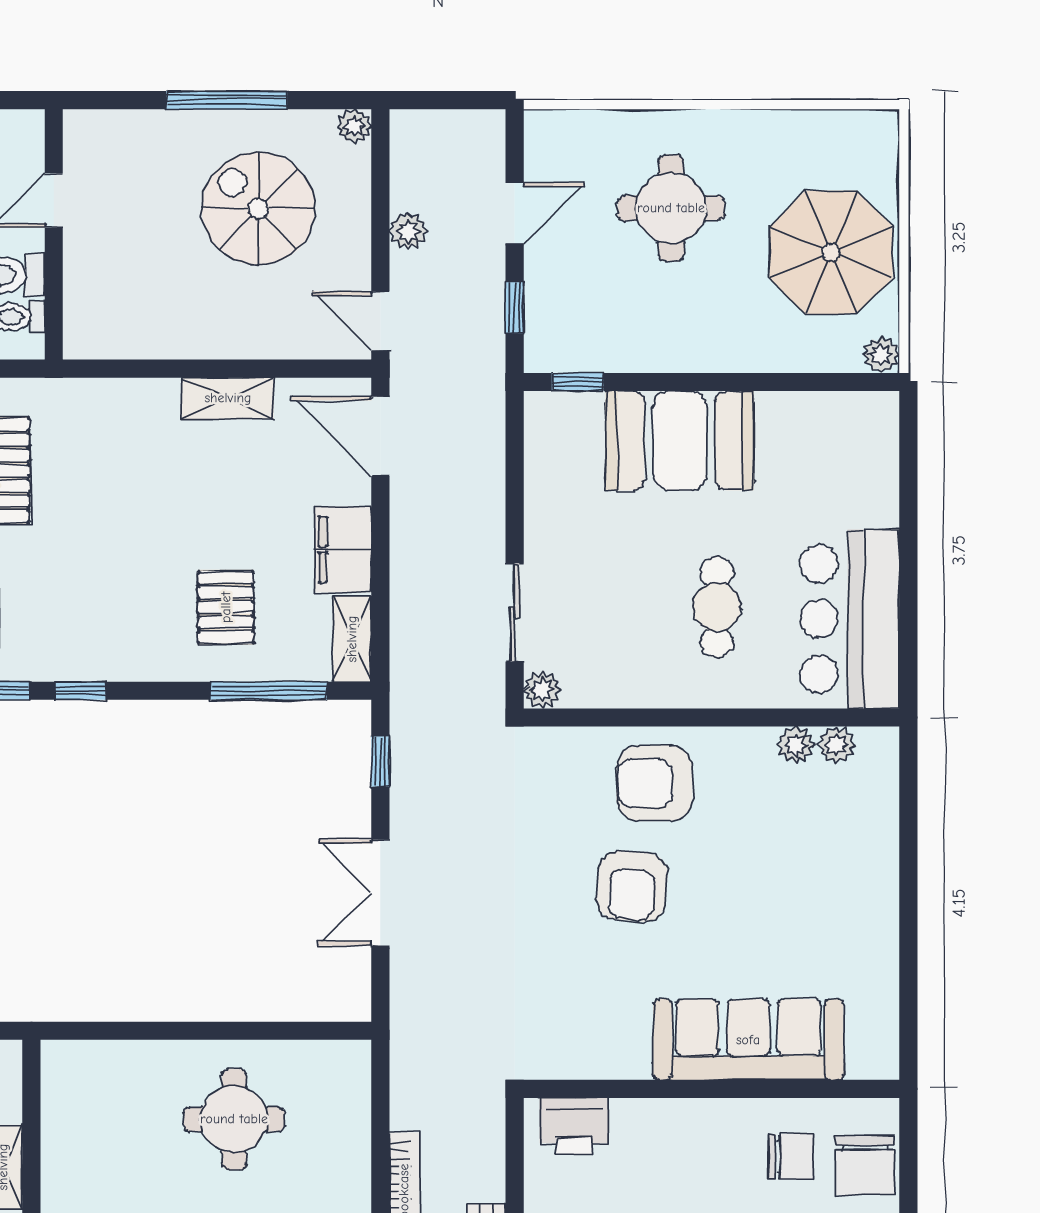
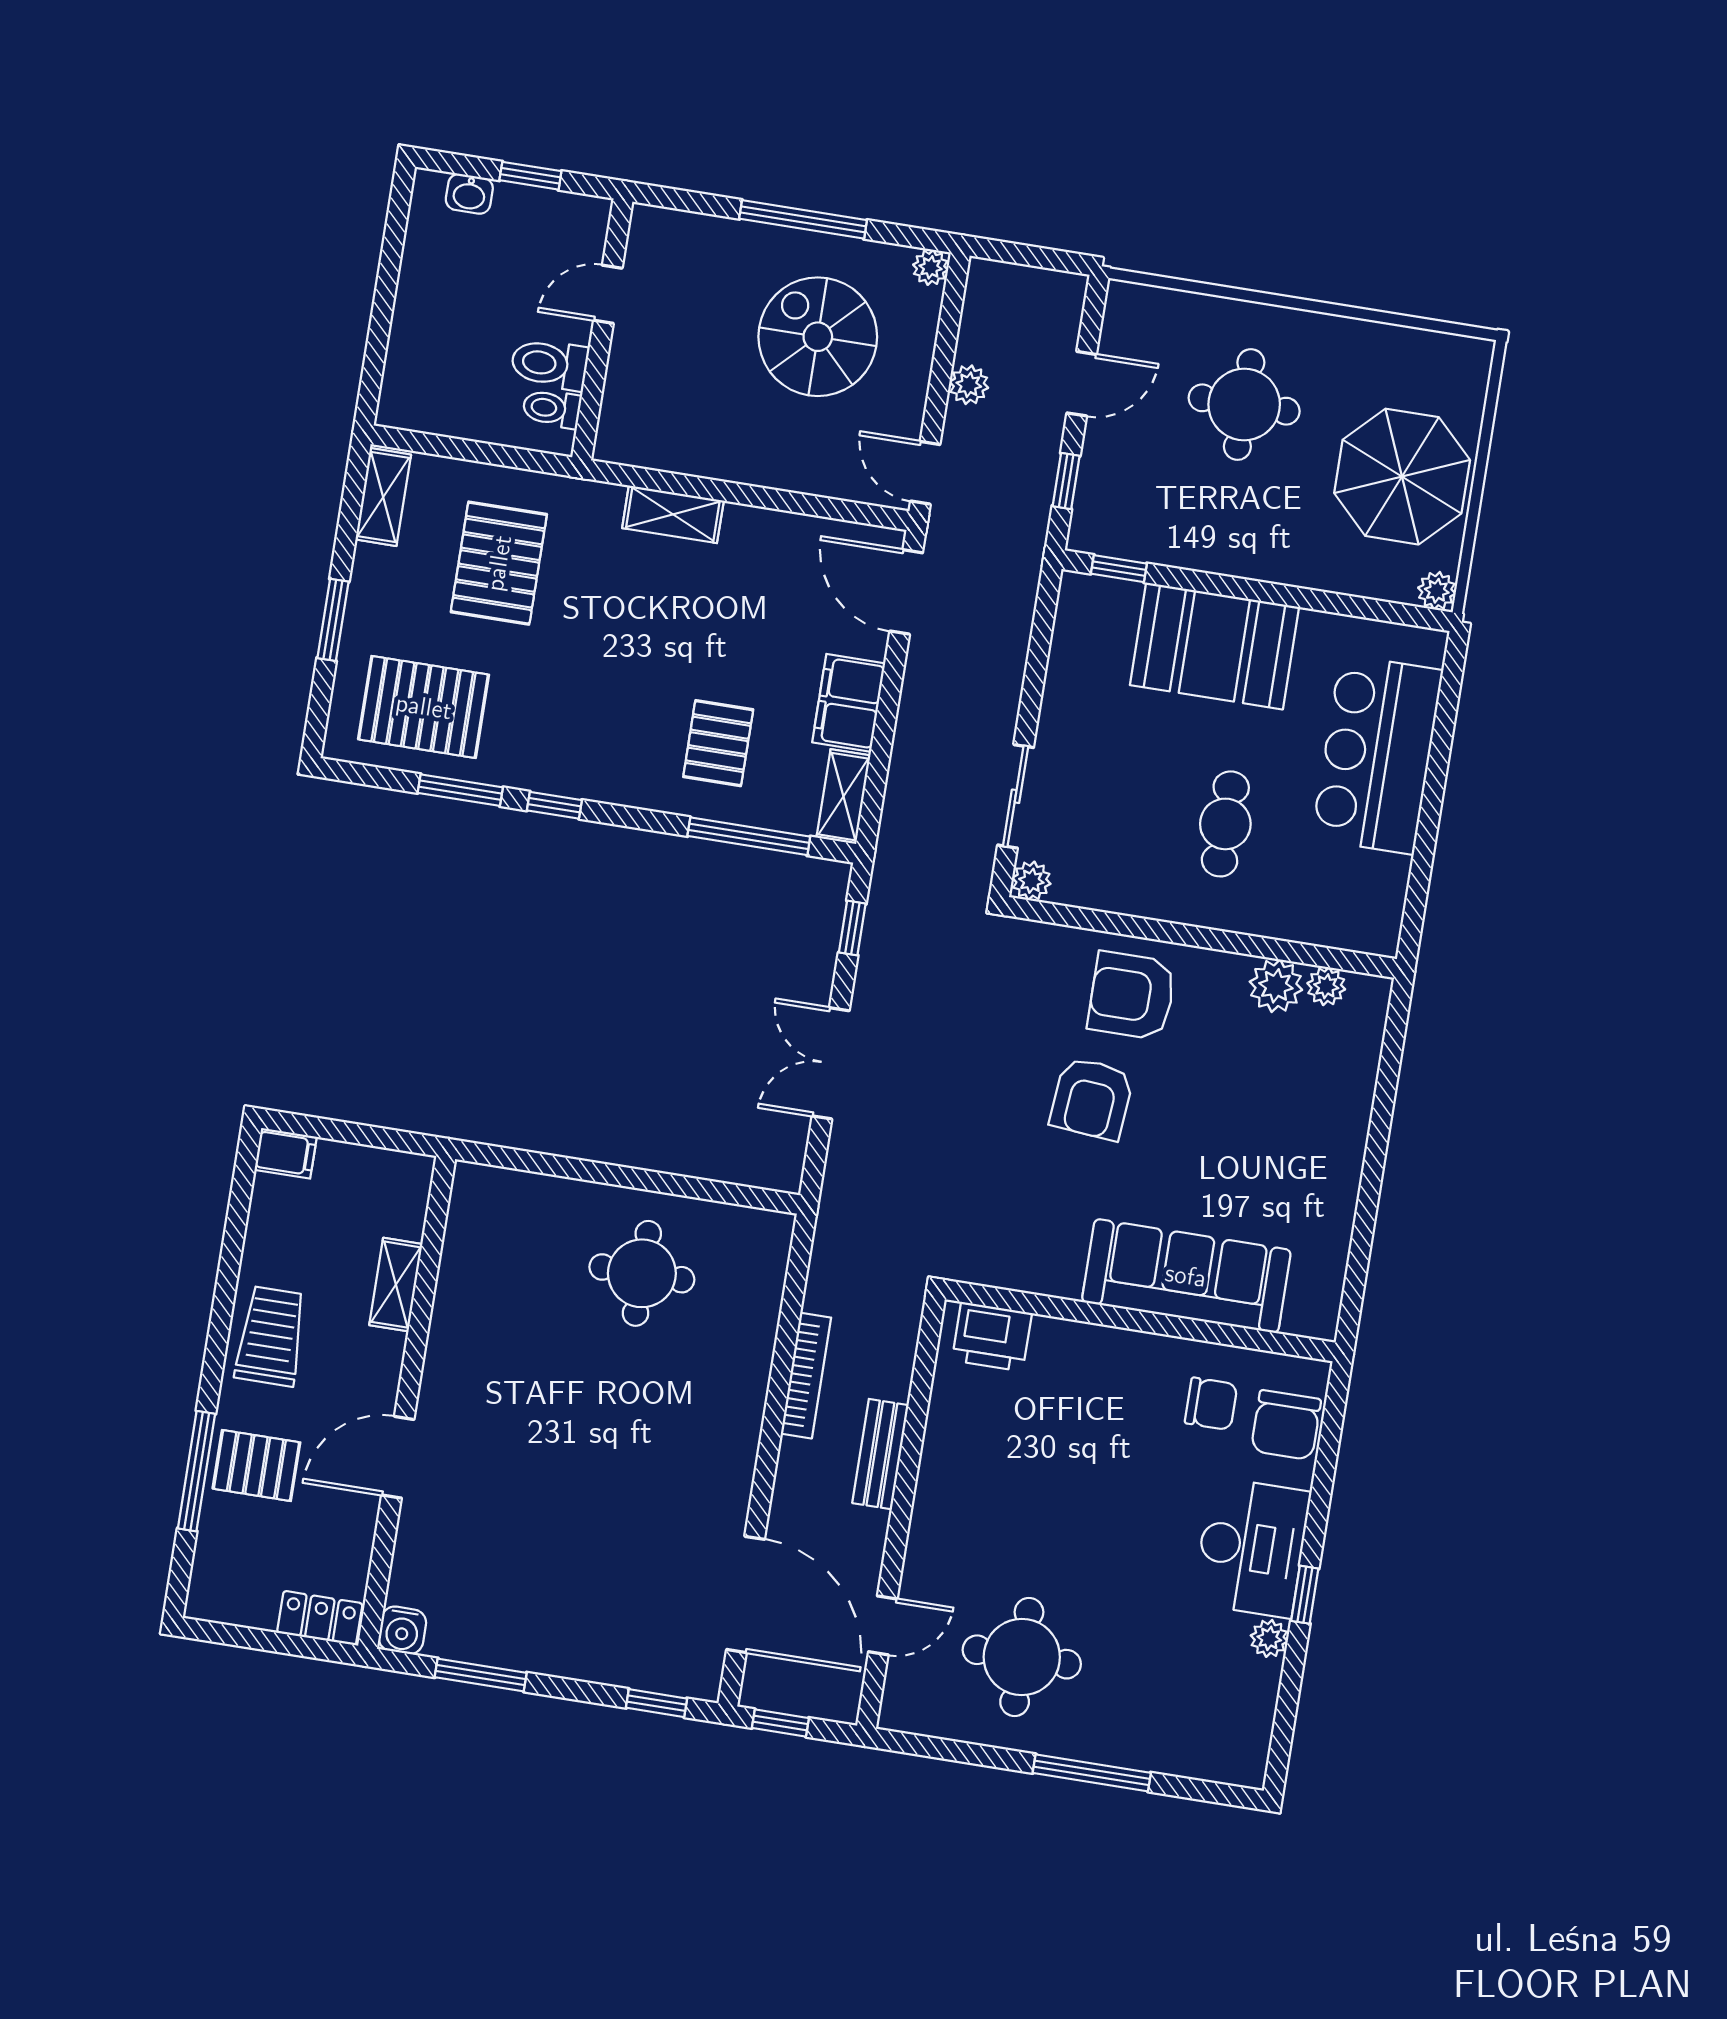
shelving: (228, 398) -> (673, 514), moved
bar counter: (850, 619) -> (1377, 754), moved
plant: (796, 745) -> (1276, 986), width x1.38, depth x1.38

